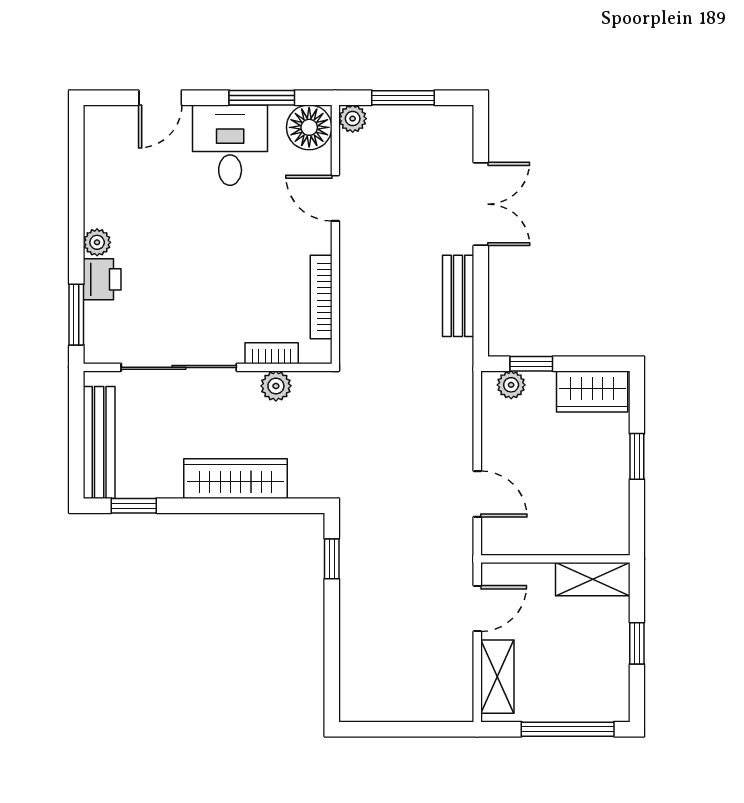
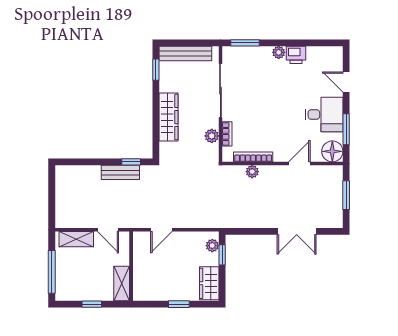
plant: (353, 119) -> (252, 172), moved
printer: (102, 279) -> (296, 55), moved
bench: (458, 296) -> (120, 172), moved

